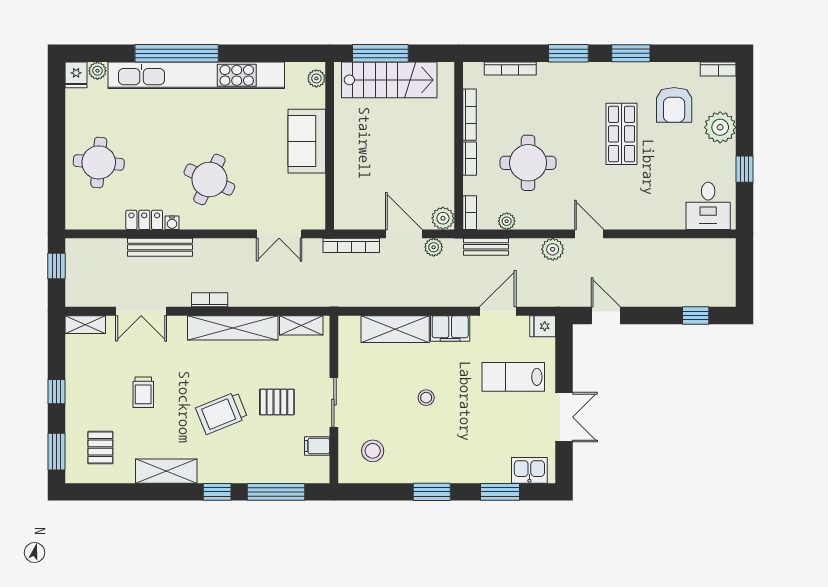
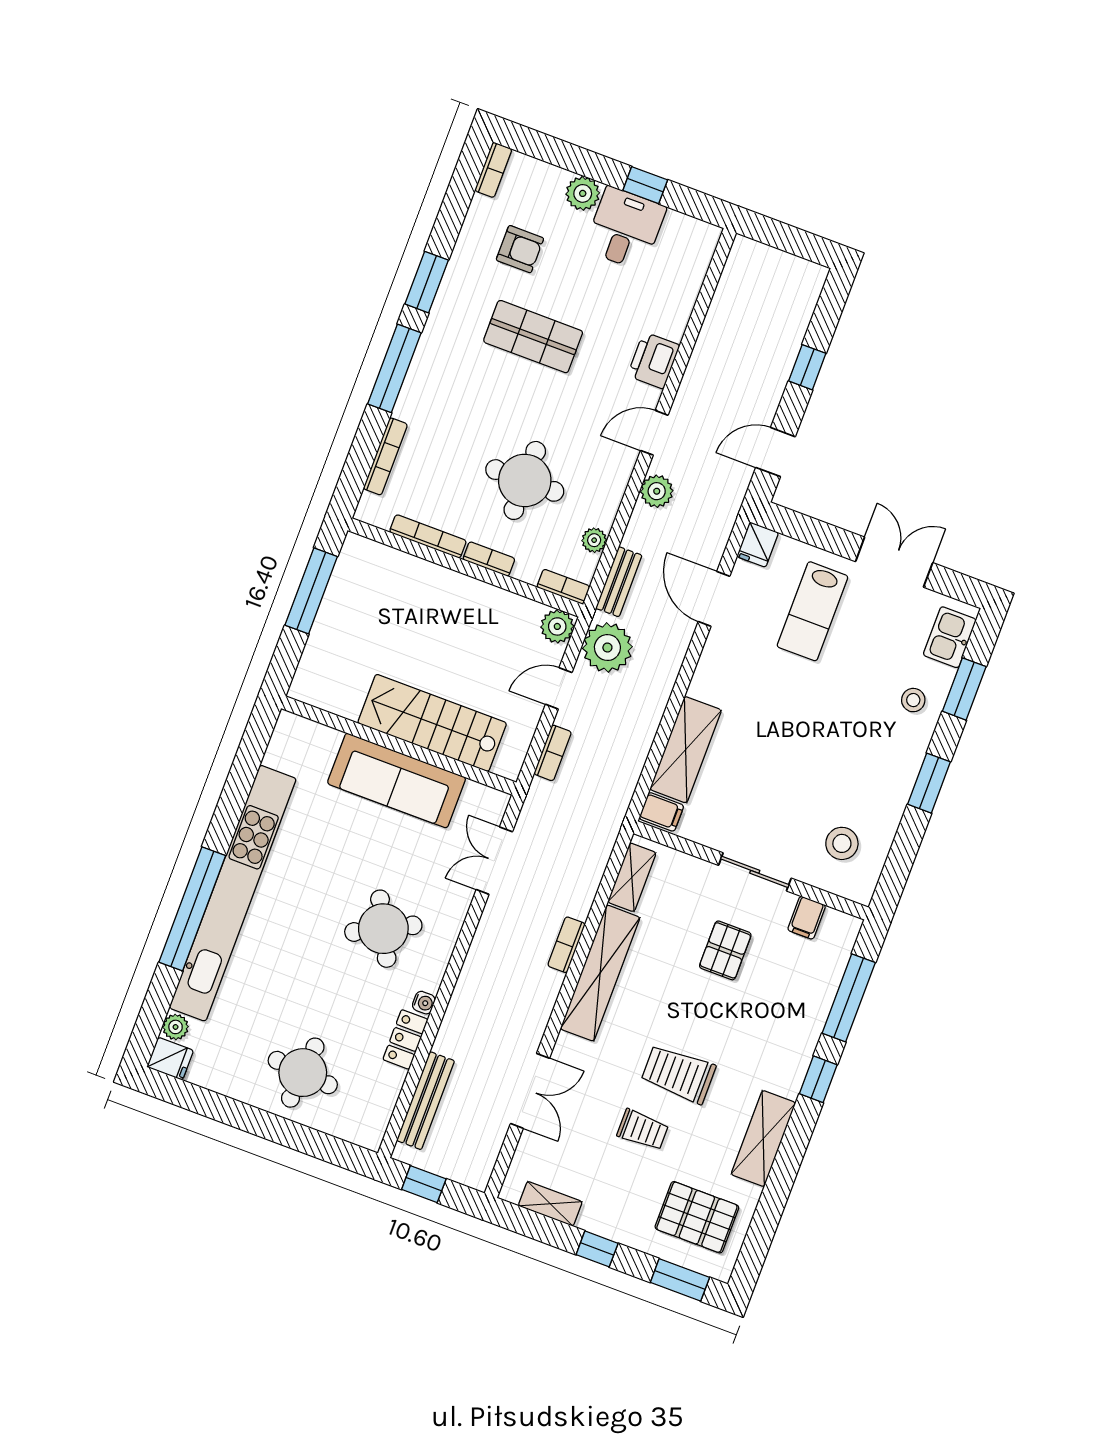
window: (380, 53) -> (311, 591), moved
window: (568, 53) -> (394, 368), width x1.44
plant: (316, 78) -> (299, 729), removed
stairs: (389, 80) -> (432, 723), moved, turned -90
armchair: (674, 105) -> (520, 249), width x0.72, depth x0.72
plant: (720, 127) -> (583, 193), width x0.73, depth x0.73
sofa: (307, 141) -> (397, 781), width x1.36
round table: (209, 179) -> (383, 929), turned 38
desk: (708, 206) -> (625, 228), moved, turned -90
printer: (635, 216) -> (654, 360), added
double door: (279, 234) -> (494, 861), swing flipped
door: (404, 234) -> (559, 688), width x0.73
bookcase: (351, 245) -> (553, 753), width x0.64
bench: (160, 247) -> (426, 1101), moved
plant: (434, 247) -> (607, 648), width x1.88, depth x1.88
bookcase: (210, 300) -> (566, 945), moved
window: (696, 316) -> (807, 367), moved
shelving: (85, 325) -> (550, 1204), moved, turned 90
filing cabinet: (450, 329) -> (661, 812), moved, width x0.50
stool: (426, 398) -> (913, 700), moved
trolley: (222, 413) -> (678, 1074), moved, turned 112
pallet: (100, 448) -> (697, 1217), width x1.50, depth x1.42

